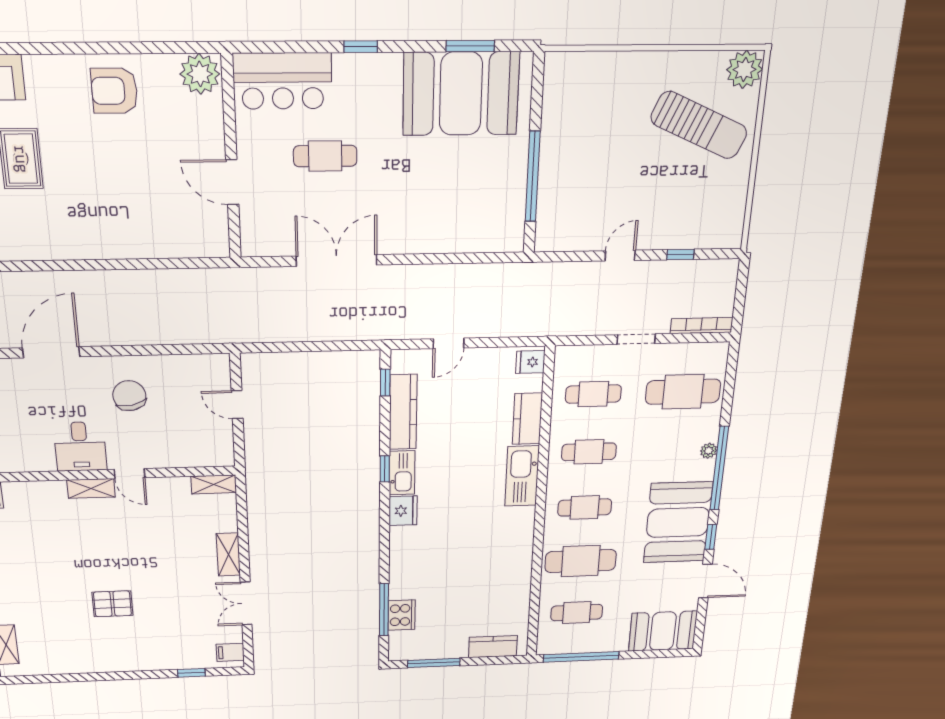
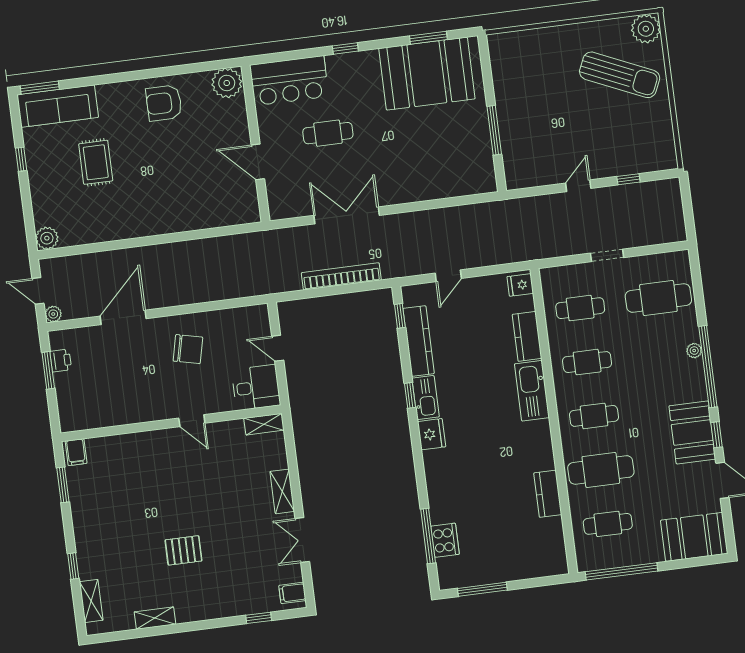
window: (533, 177) -> (494, 130), width x0.68
bookcase: (701, 326) -> (341, 276), moved, width x1.48, depth x1.31
chair: (129, 396) -> (188, 349), turned 115
desk: (80, 447) -> (256, 387), moved, turned -90
shelving: (91, 488) -> (155, 618), moved
booth: (678, 522) -> (692, 432), width x0.73, depth x0.70
kitchen counter: (493, 647) -> (548, 494), moved, turned -90

